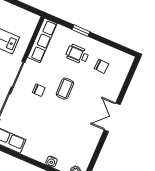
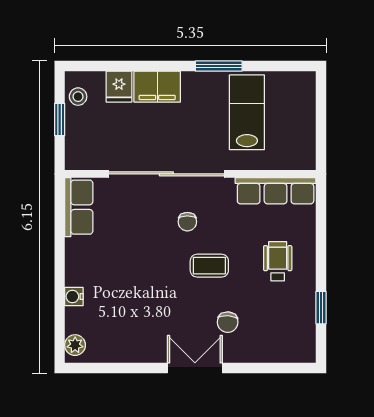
window: (81, 31) -> (321, 308), moved
chair: (101, 66) -> (228, 322), moved

